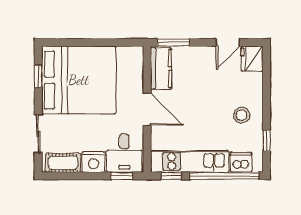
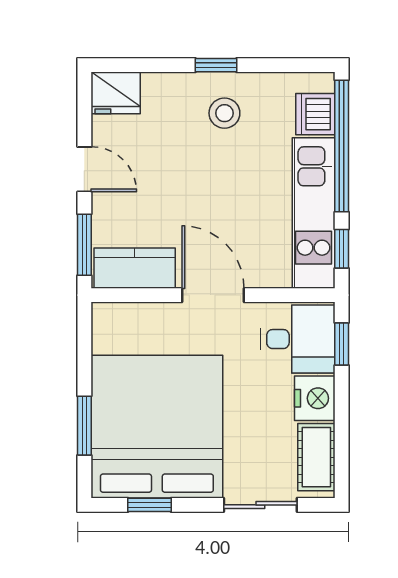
window: (79, 42) -> (84, 426), added
door: (228, 42) -> (84, 169), moved
door: (147, 109) -> (213, 295), hinge flipped
window: (266, 141) -> (216, 65), moved

